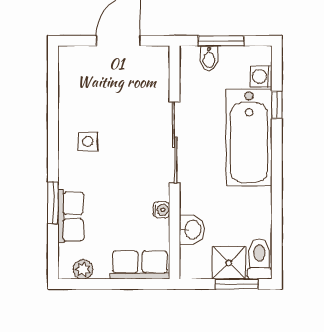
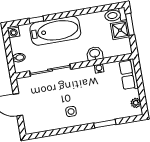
window: (221, 41) -> (9, 53), removed
washing machine: (261, 76) -> (13, 32), moved
sliding door: (175, 142) -> (50, 70), moved
row of seats: (71, 217) -> (110, 114), removed
washbasin: (192, 230) -> (95, 54), moved

